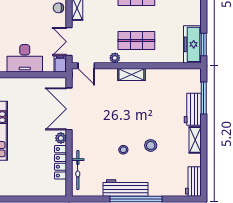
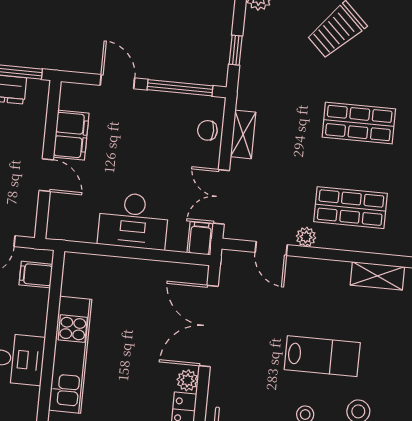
door: (86, 66) -> (271, 249), moved
shelving: (131, 74) -> (377, 276), moved
lab bench: (129, 119) -> (322, 356), added

